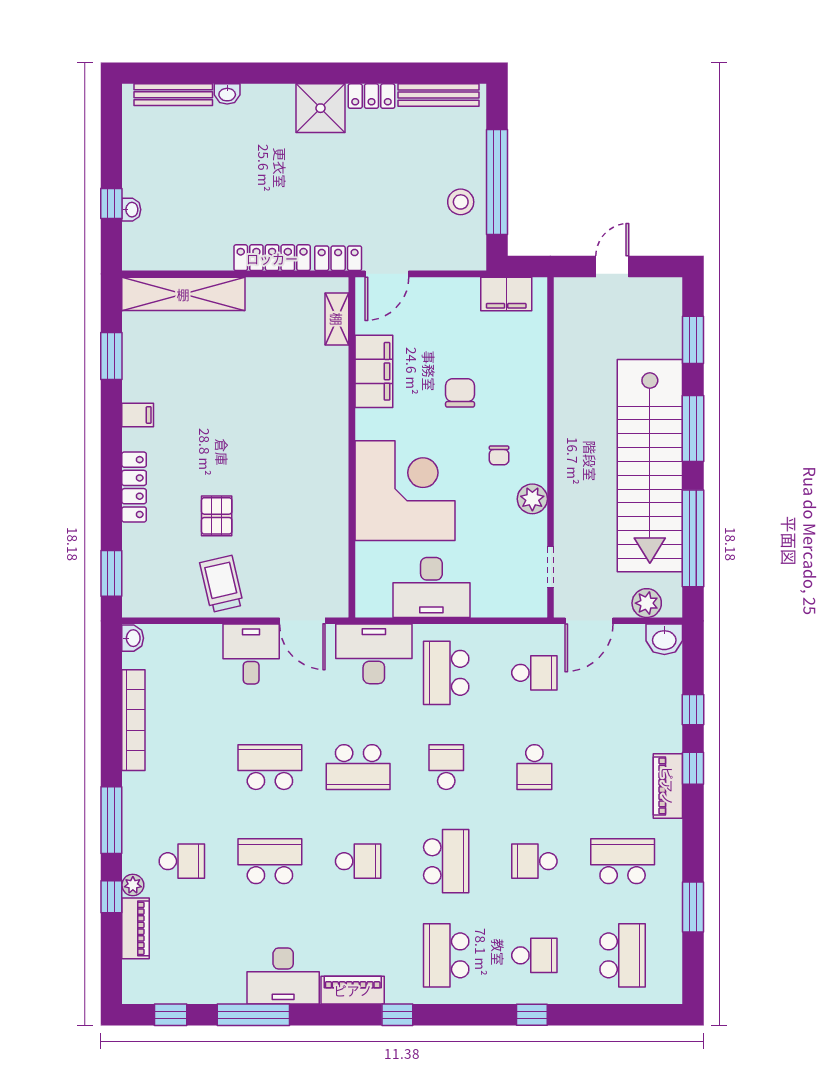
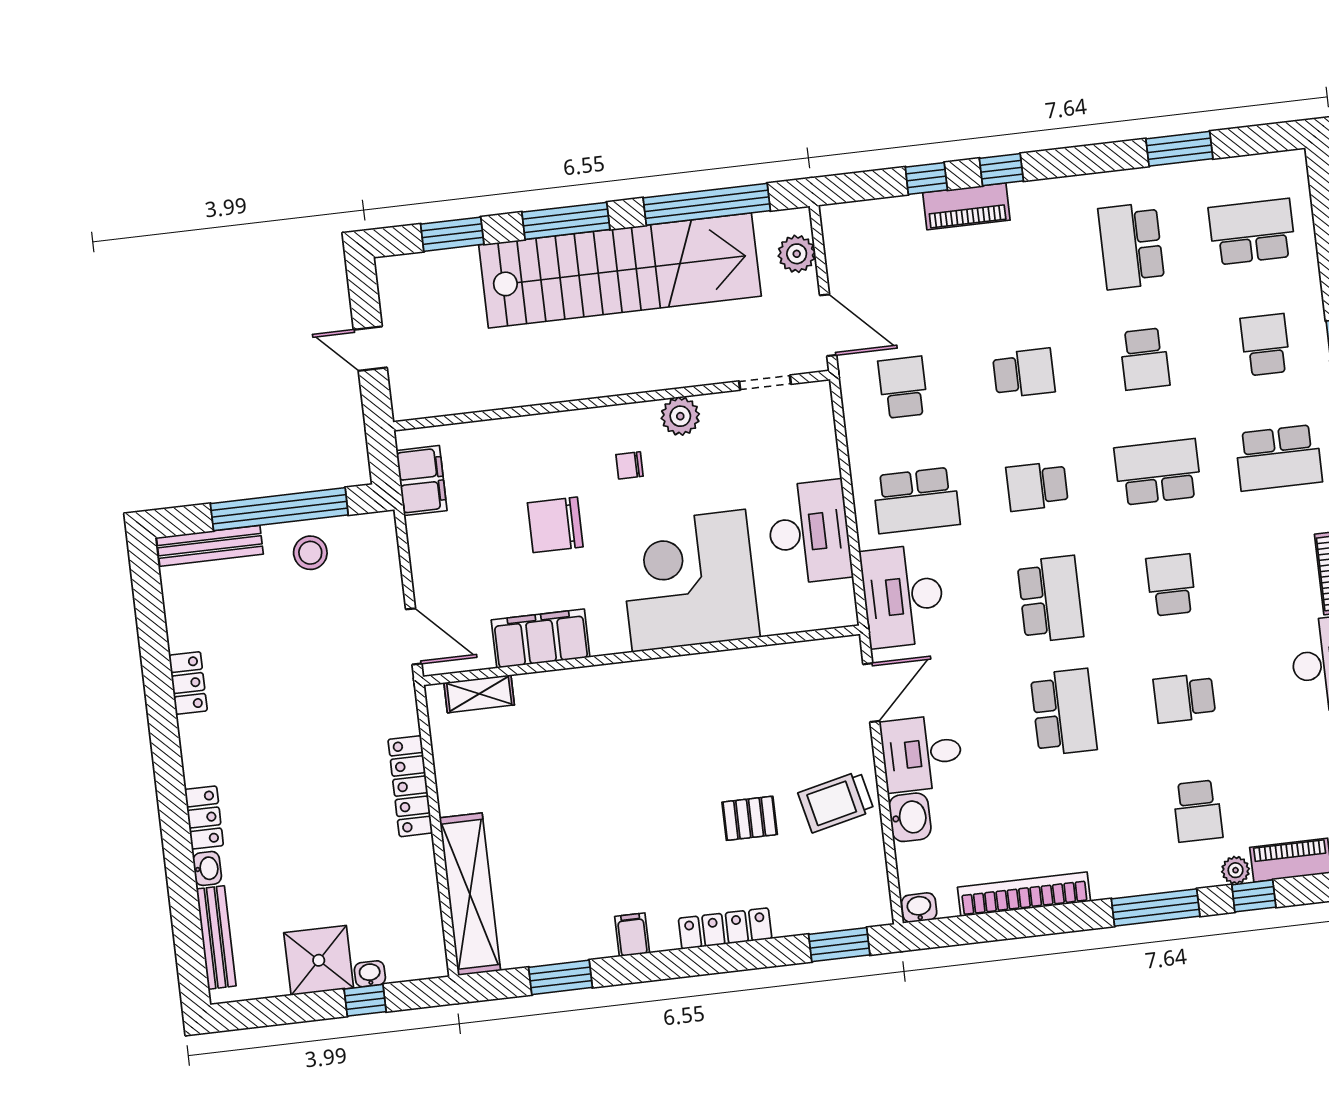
bench: (438, 95) -> (210, 546), moved, turned 90
shower: (321, 108) -> (319, 960), moved
locker: (338, 258) -> (204, 818), moved, turned 180
chair: (460, 393) -> (555, 525), width x1.37, depth x1.37
chair: (499, 455) -> (630, 465), turned 180
washbasin: (664, 639) -> (910, 817), moved
school desk: (270, 767) -> (1064, 712), turned 180
piano: (668, 786) -> (966, 206), moved
school desk: (182, 861) -> (1198, 811), turned 180
school desk: (270, 861) -> (1184, 698), width x0.54

